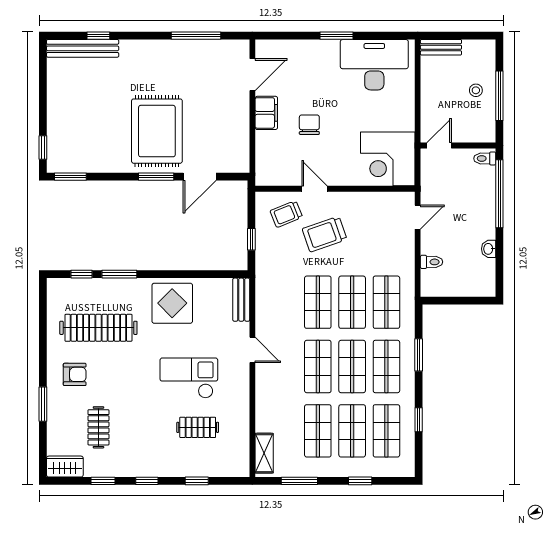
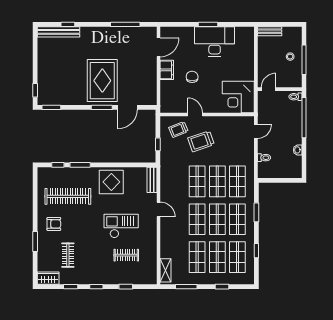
desk: (374, 65) -> (215, 41), moved

